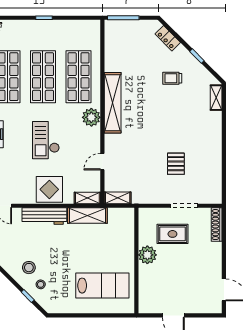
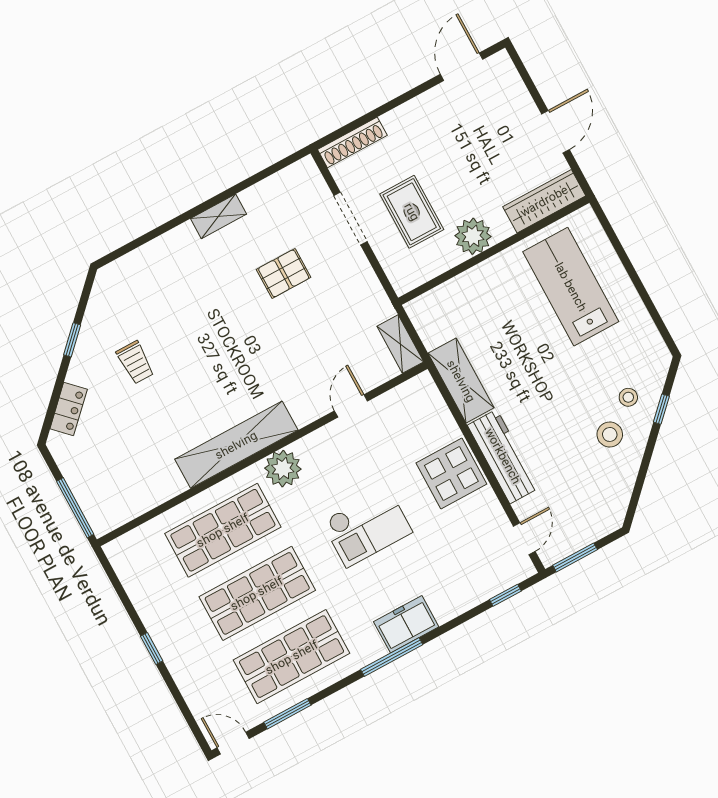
shelving: (216, 98) -> (219, 216), moved
door: (102, 162) -> (351, 406), swing flipped
shelving: (87, 198) -> (430, 398), removed
wardrobe: (146, 294) -> (544, 201), added

